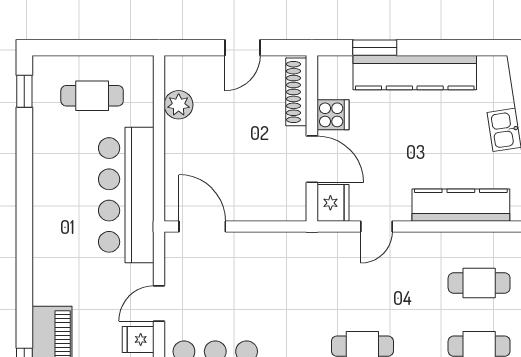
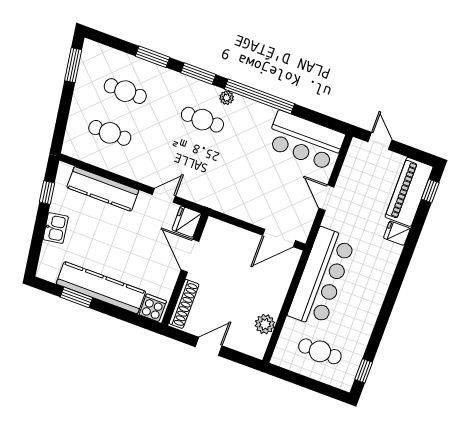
window: (375, 48) -> (76, 297), moved
cooker: (333, 115) -> (153, 308), moved, turned 90
door: (202, 226) -> (279, 238), hinge flipped
door: (159, 303) -> (326, 198), swing flipped
fridge: (138, 339) -> (397, 233), moved, turned 180

